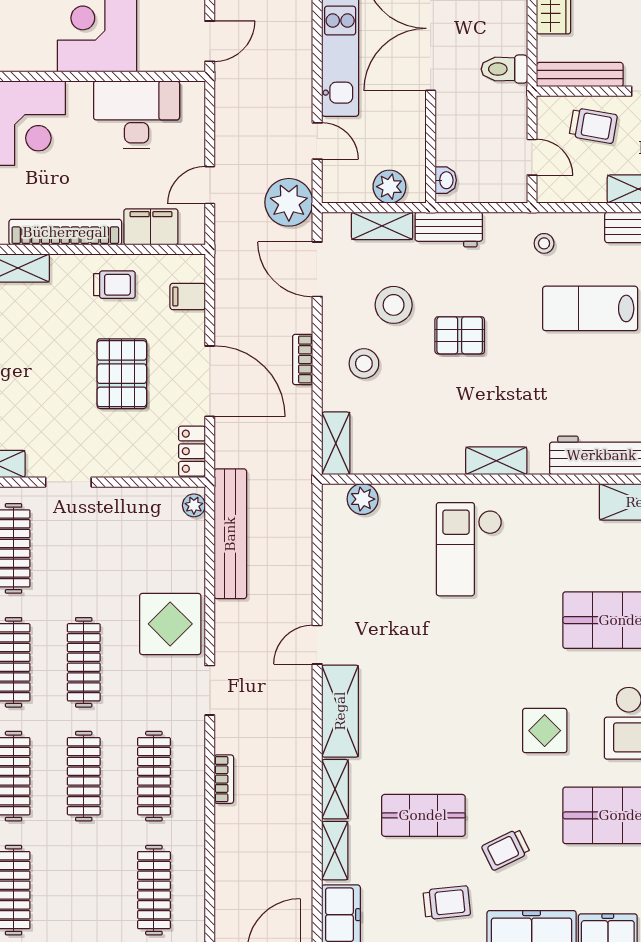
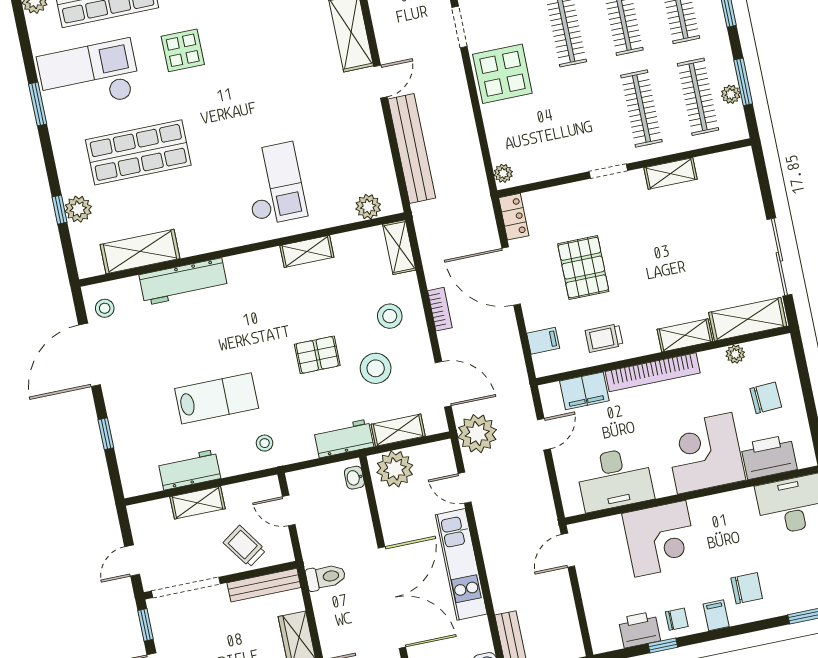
trolley: (593, 126) -> (245, 546), turned 45
plant: (389, 187) -> (395, 469), width x1.36, depth x1.36
shelving: (496, 461) -> (307, 251), moved
bench: (230, 534) -> (412, 149), moved

